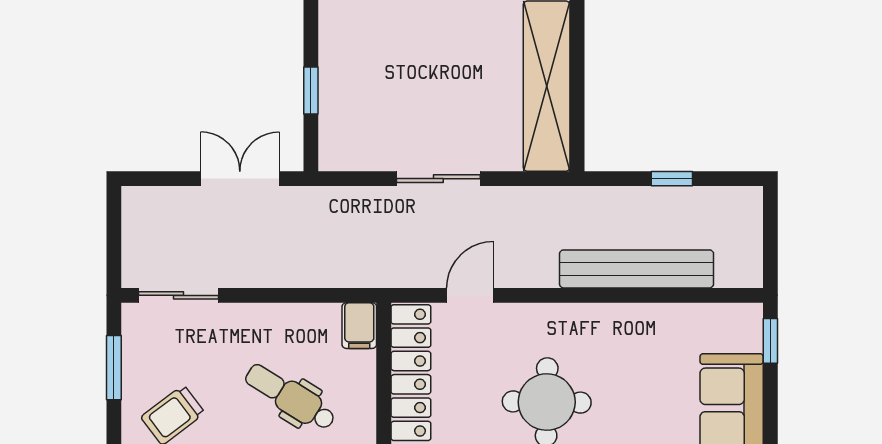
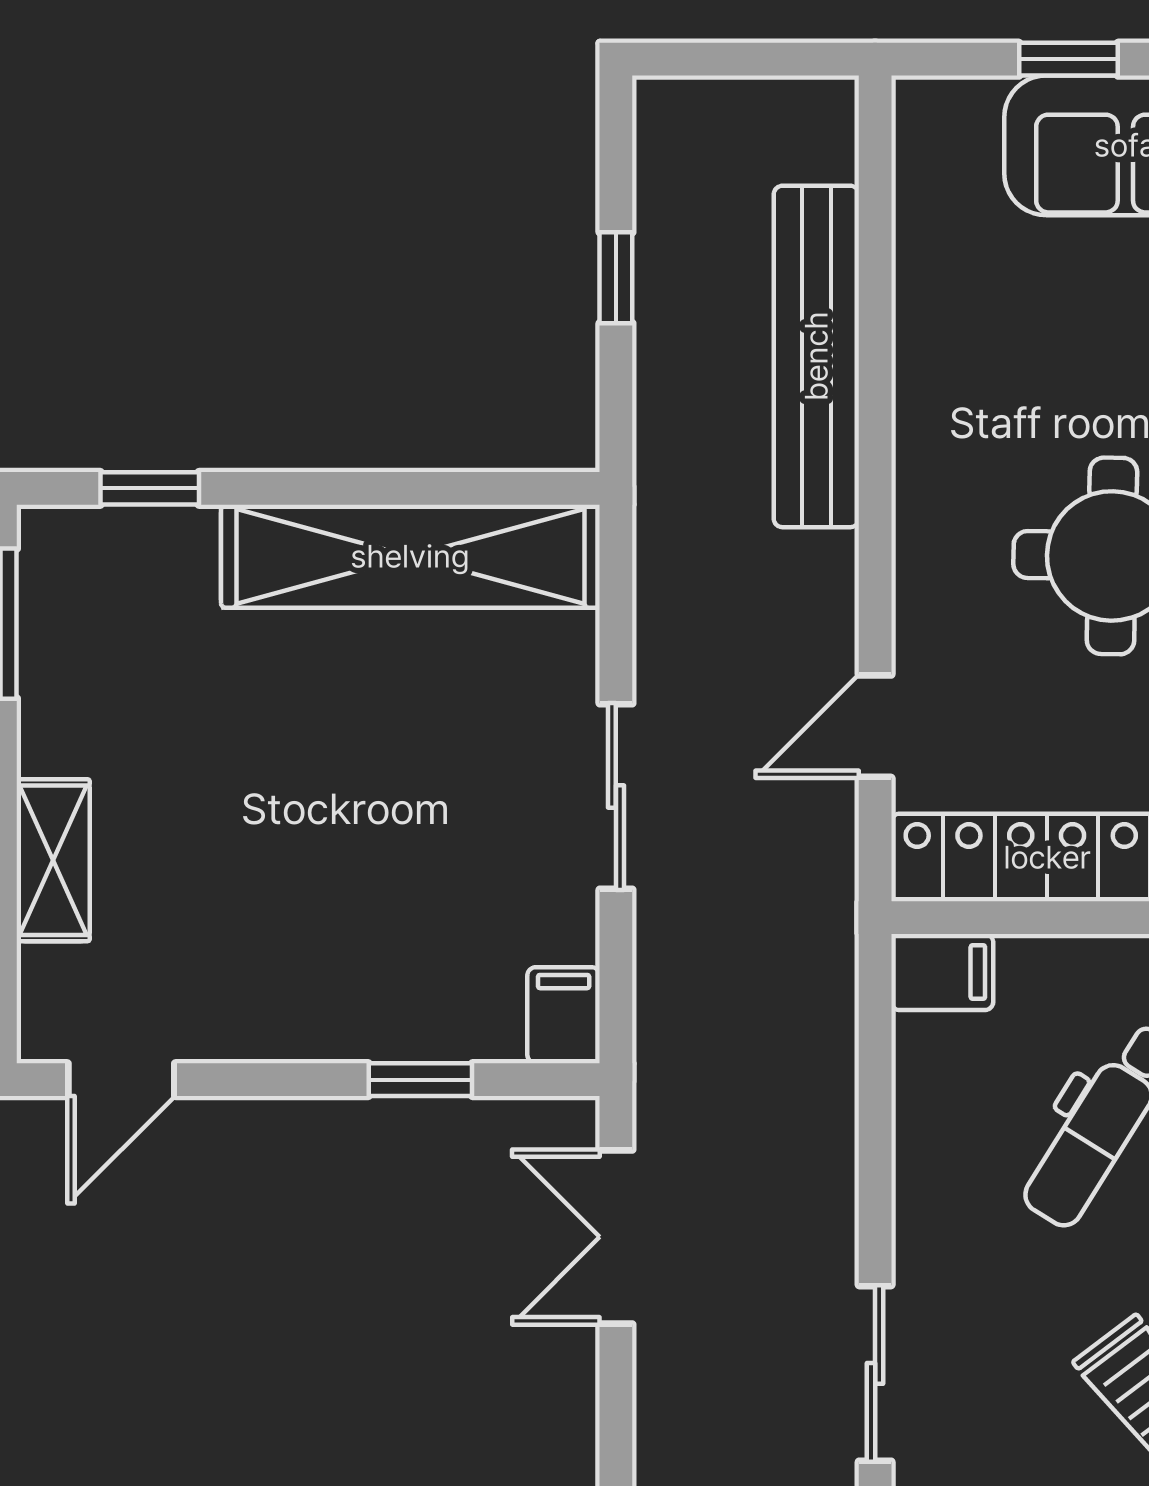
filing cabinet: (340, 155) -> (564, 1015), added
door: (470, 295) -> (875, 726), hinge flipped
window: (770, 341) -> (1069, 59), moved

